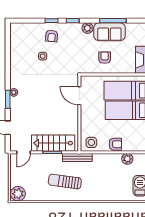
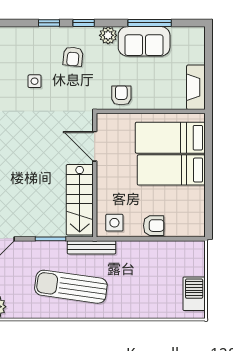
armchair: (52, 36) -> (73, 57), moved
armchair: (105, 58) -> (121, 95), moved
stairs: (53, 143) -> (80, 200), moved, turned -90
plant: (127, 159) -> (173, 250), removed
sun lounger: (65, 181) -> (71, 287), width x1.36, depth x1.34

